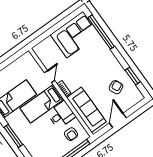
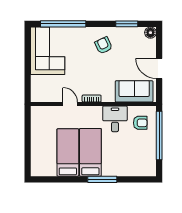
armchair: (116, 87) -> (104, 45), moved
floor lamp: (138, 97) -> (150, 33), added
bed: (42, 104) -> (90, 152), moved, turned 180
sofa: (86, 110) -> (134, 91), width x0.73

